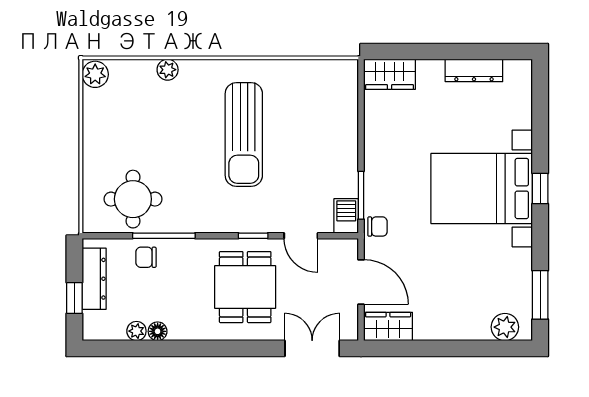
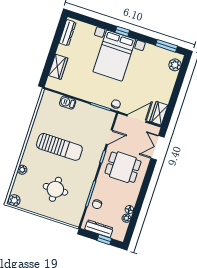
dresser: (474, 70) -> (68, 33), moved
wardrobe: (390, 74) -> (58, 67), moved
round table: (133, 199) -> (55, 189), moved
barbecue: (346, 216) -> (68, 103), moved

